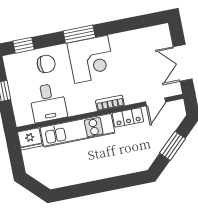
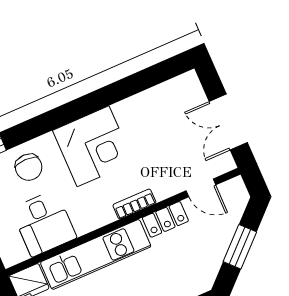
window: (79, 34) -> (68, 113), removed
chair: (46, 64) -> (29, 167), turned 90
door: (156, 102) -> (201, 188), hinge flipped

